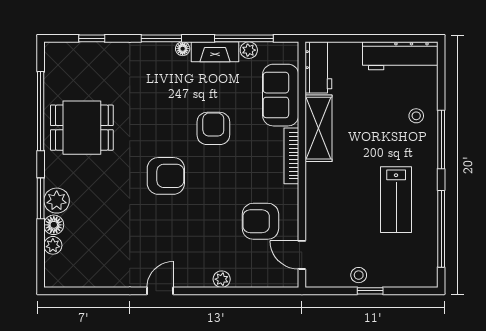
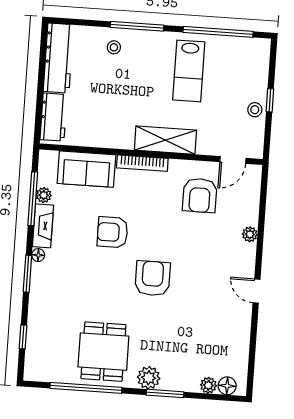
workbench: (318, 67) -> (54, 117), moved, turned 90
shelving: (318, 128) -> (165, 140), moved
lab bench: (396, 200) -> (189, 71), turned 90
plant: (57, 201) -> (149, 378), moved
floor lamp: (54, 225) -> (227, 386), moved

